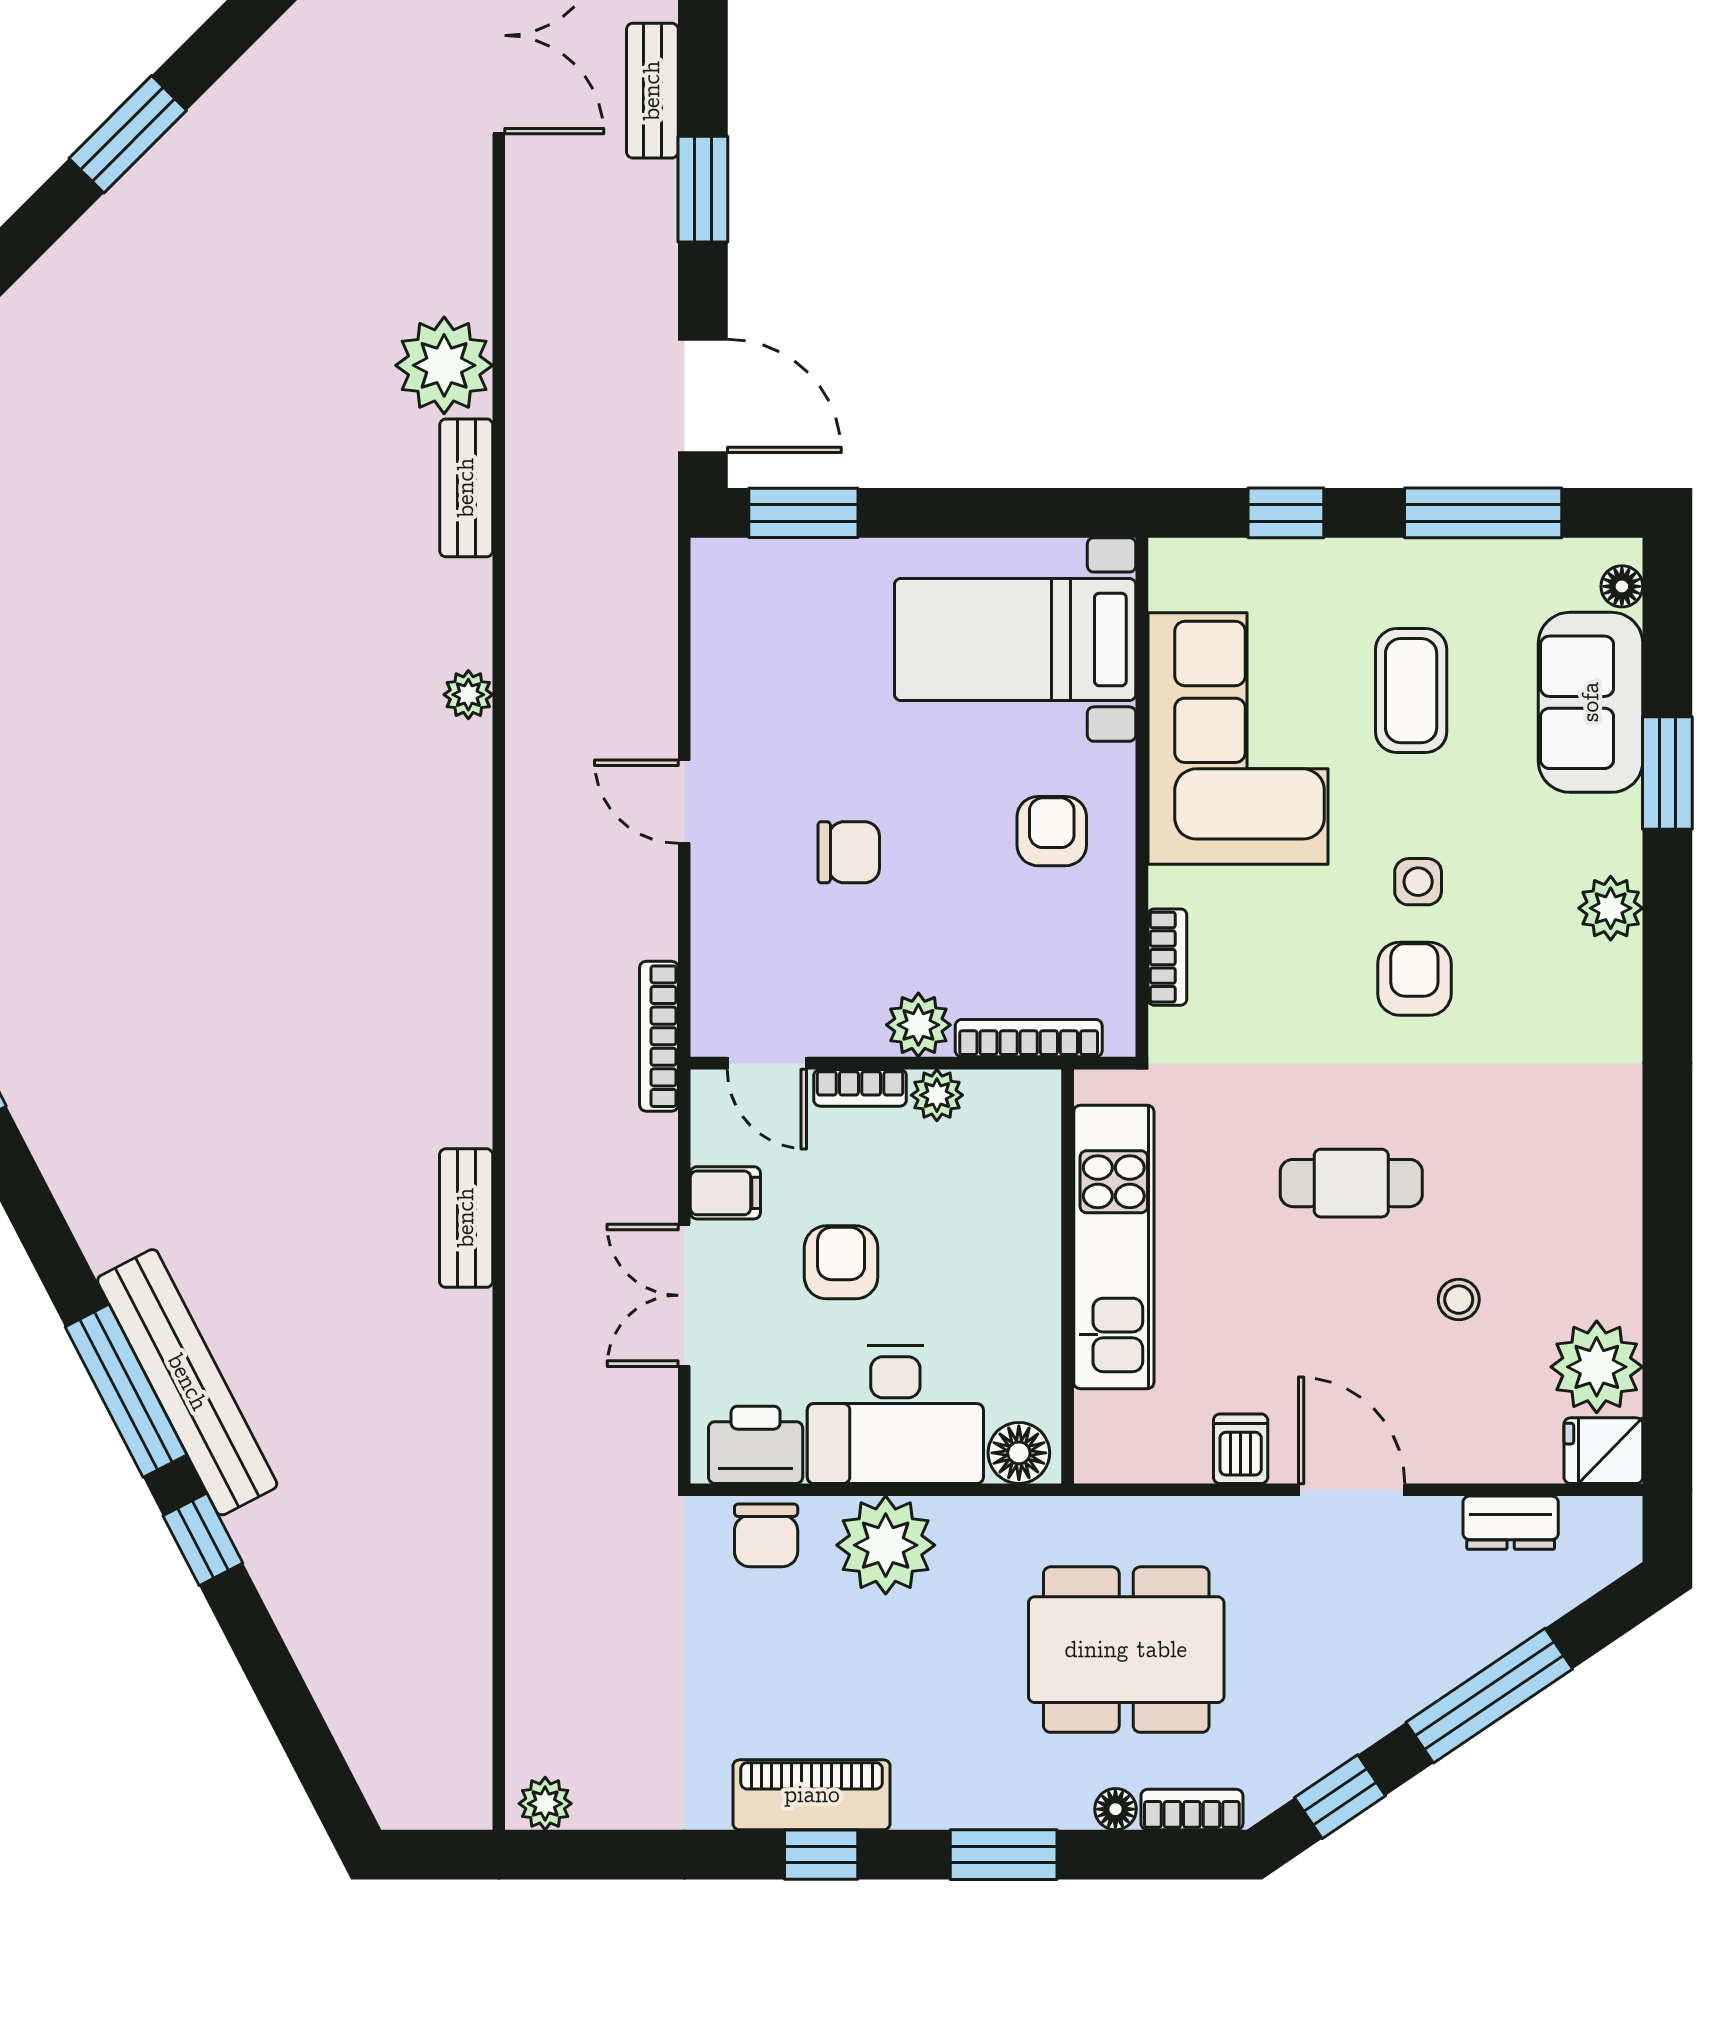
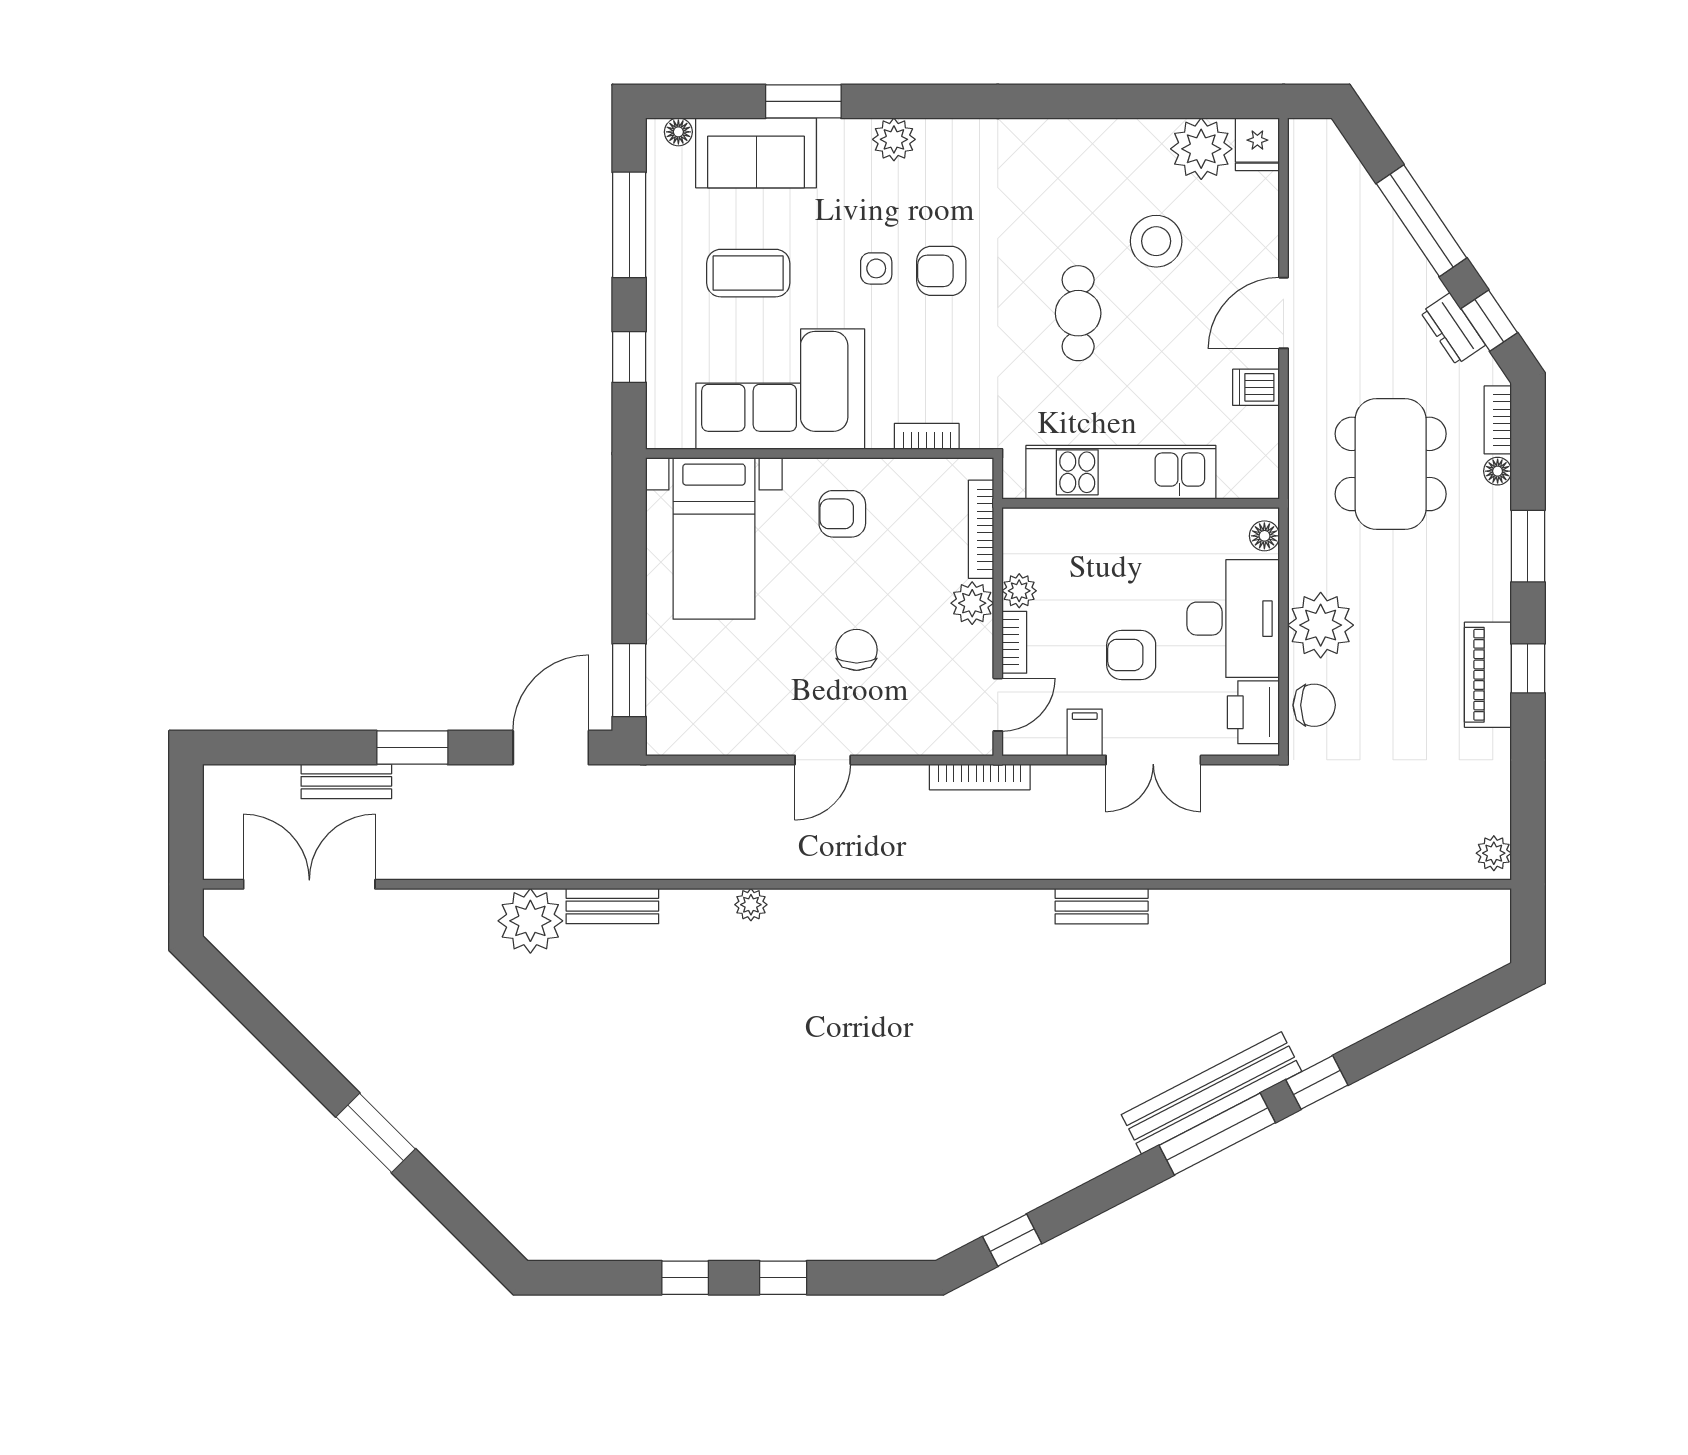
stool: (1459, 1300) -> (1156, 241), width x1.89, depth x1.89
floor lamp: (1019, 1453) -> (1264, 536), width x0.73, depth x0.73
dresser: (1511, 1523) -> (1453, 329), moved, turned 146

